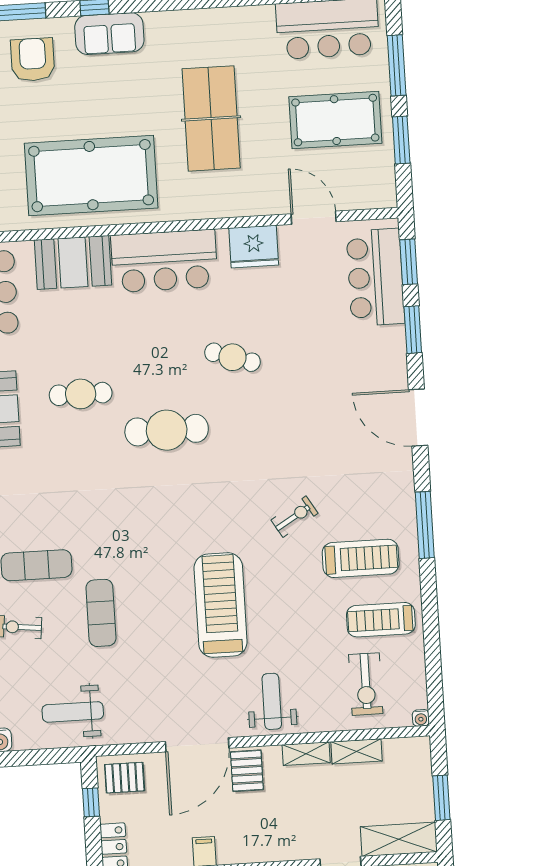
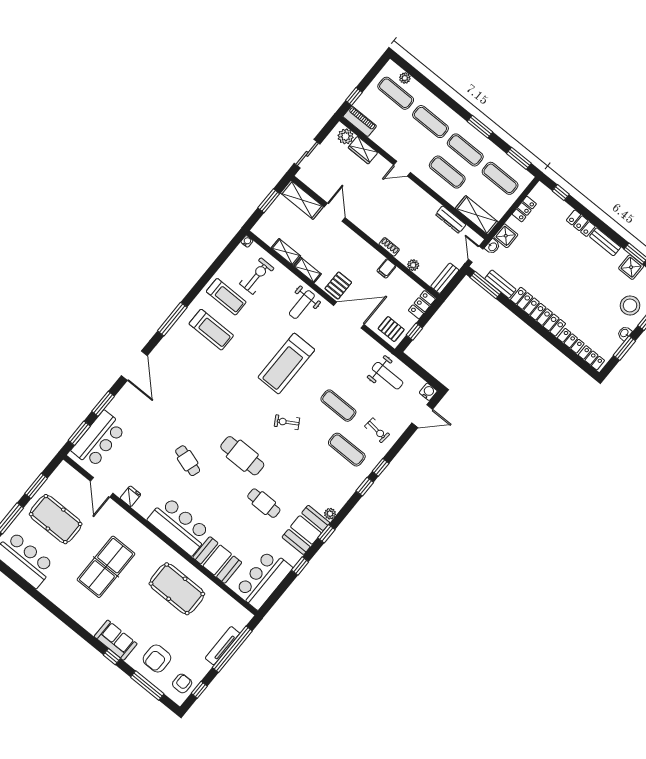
pool table: (91, 176) -> (177, 589), width x0.73, depth x0.76
fridge: (254, 247) -> (130, 496), width x0.53, depth x0.75
exercise bike: (295, 517) -> (287, 422), moved
treadmill: (361, 558) -> (211, 330), turned 180
exercise mat: (101, 613) -> (338, 406), turned 90

